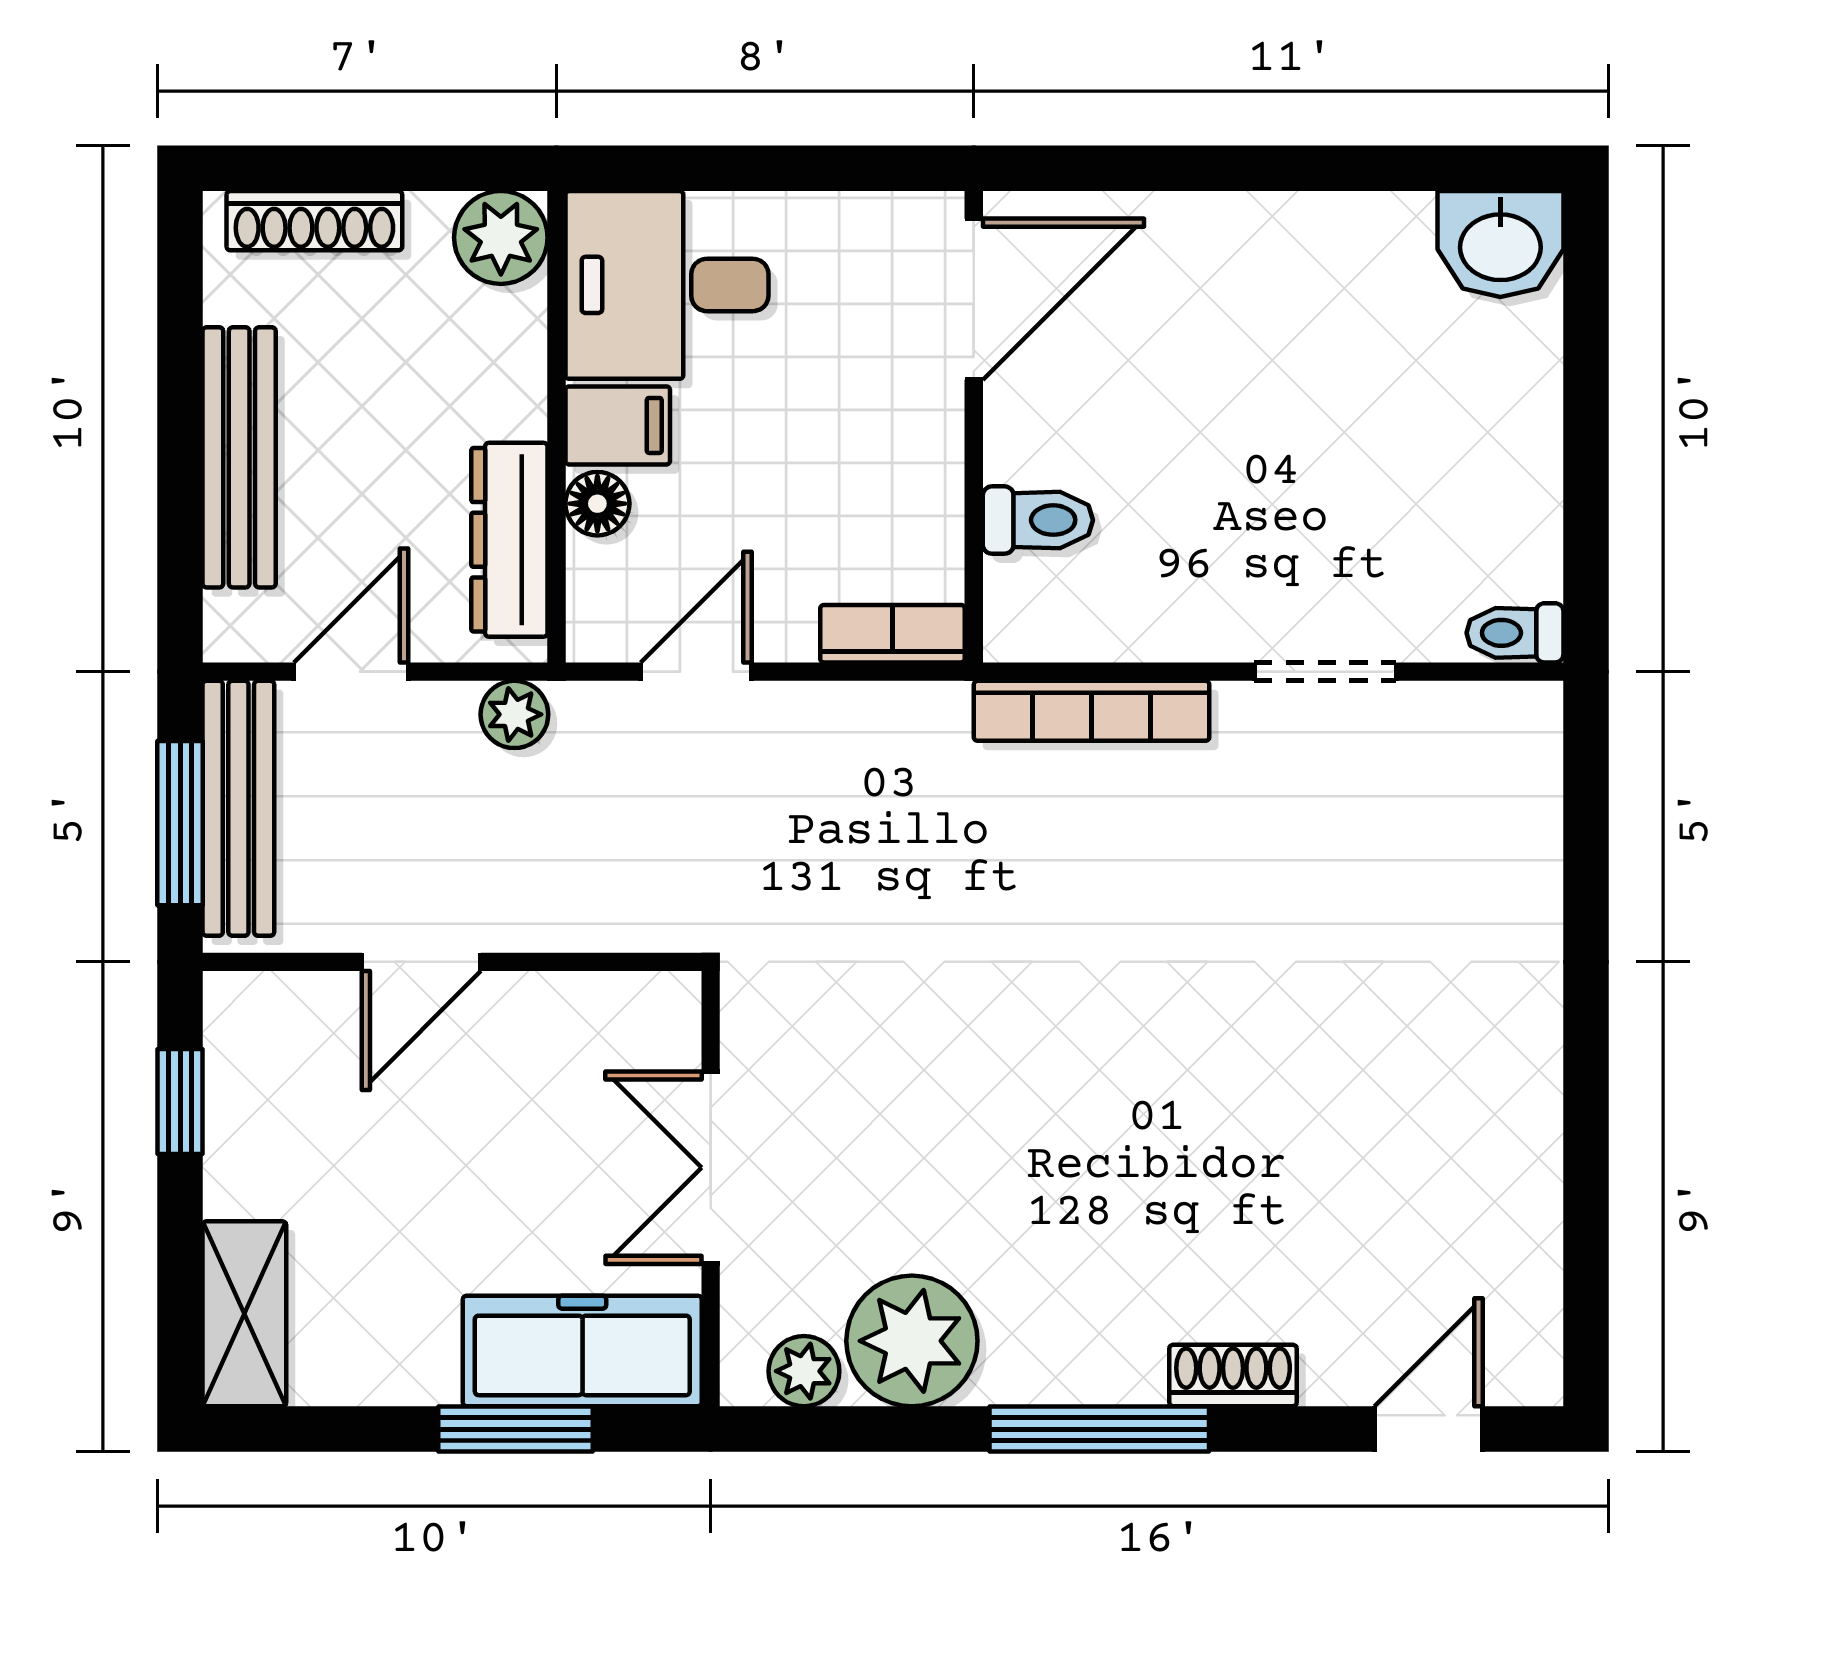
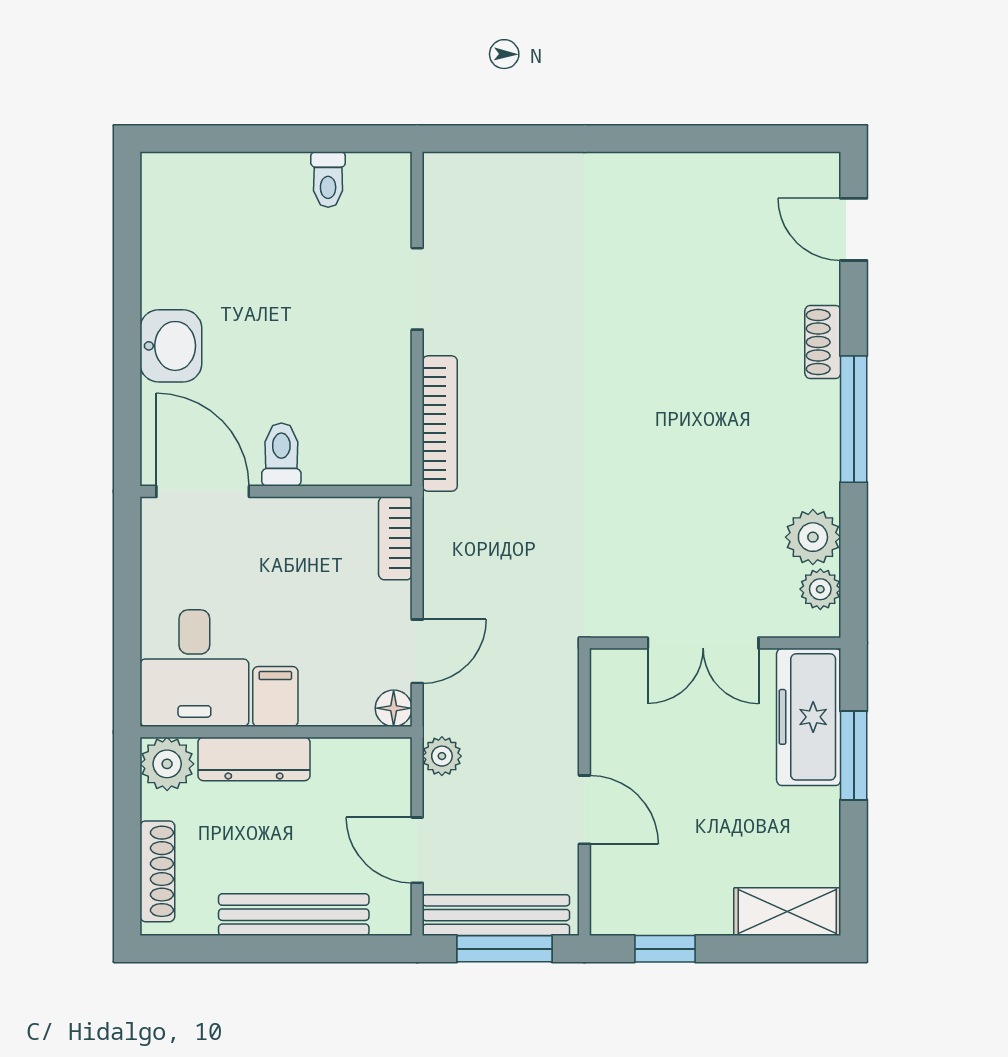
washbasin: (1500, 244) -> (171, 346), moved
floor lamp: (597, 504) -> (394, 708), moved
toilet: (1038, 520) -> (281, 454), moved
dresser: (509, 540) -> (254, 759), moved
toilet: (1515, 633) -> (328, 180), moved
door: (696, 672) -> (417, 651), swing flipped
plant: (912, 1341) -> (813, 537), width x0.73, depth x0.73

